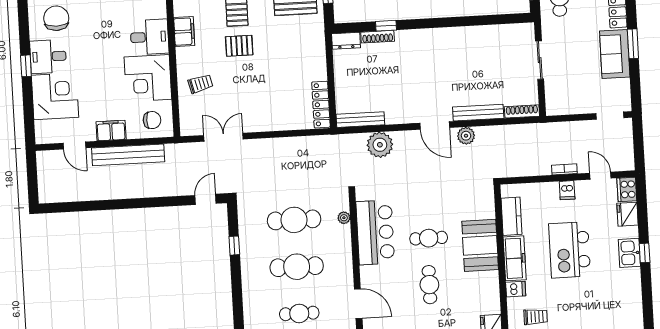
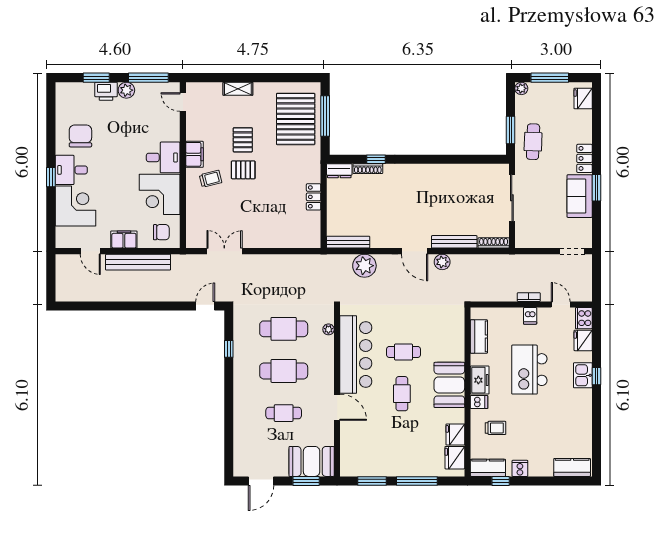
sliding door: (540, 60) -> (512, 198), width x1.37
trolley: (200, 84) -> (211, 179), moved
locker: (321, 105) -> (314, 197), moved, width x0.66
bar counter: (375, 232) -> (356, 354), width x1.36
booth: (480, 245) -> (449, 385), moved
freezer: (515, 258) -> (480, 380), width x0.71

